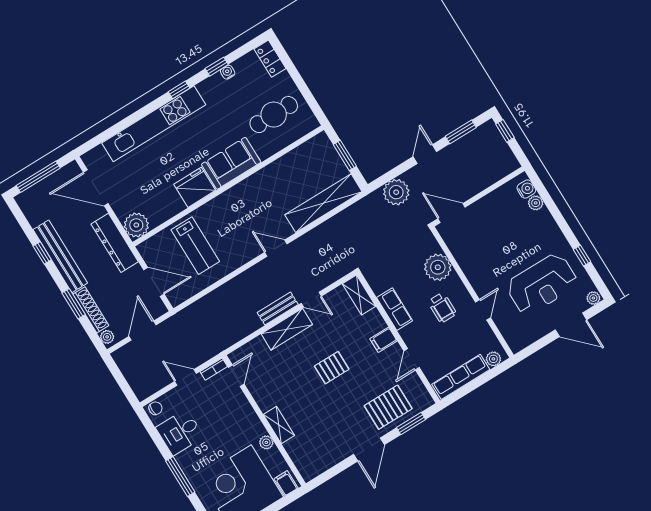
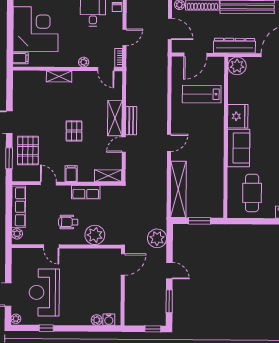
plant: (266, 442) -> (84, 62), moved

